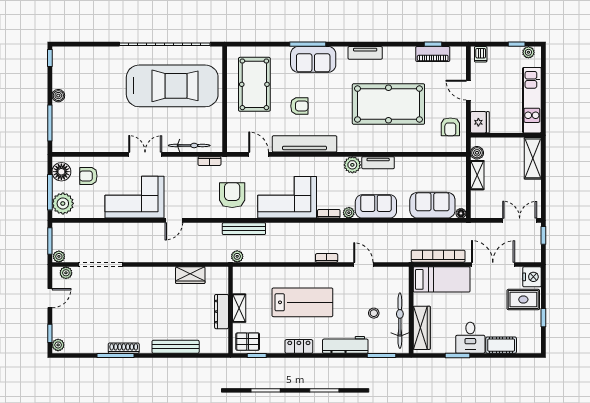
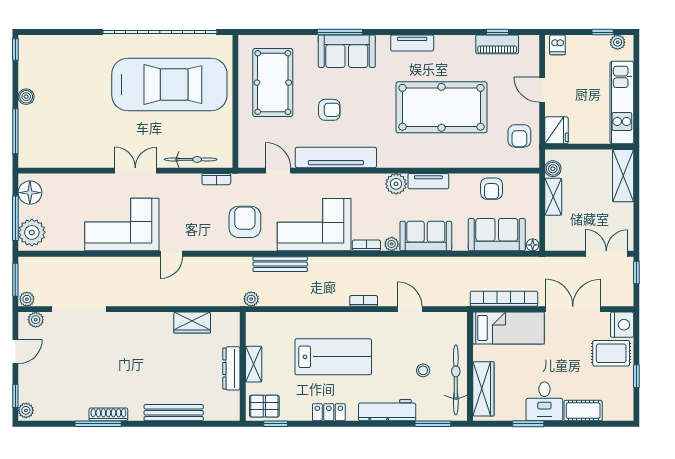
armchair: (88, 176) -> (491, 189), moved, turned -90
bench: (244, 229) -> (280, 264), moved

